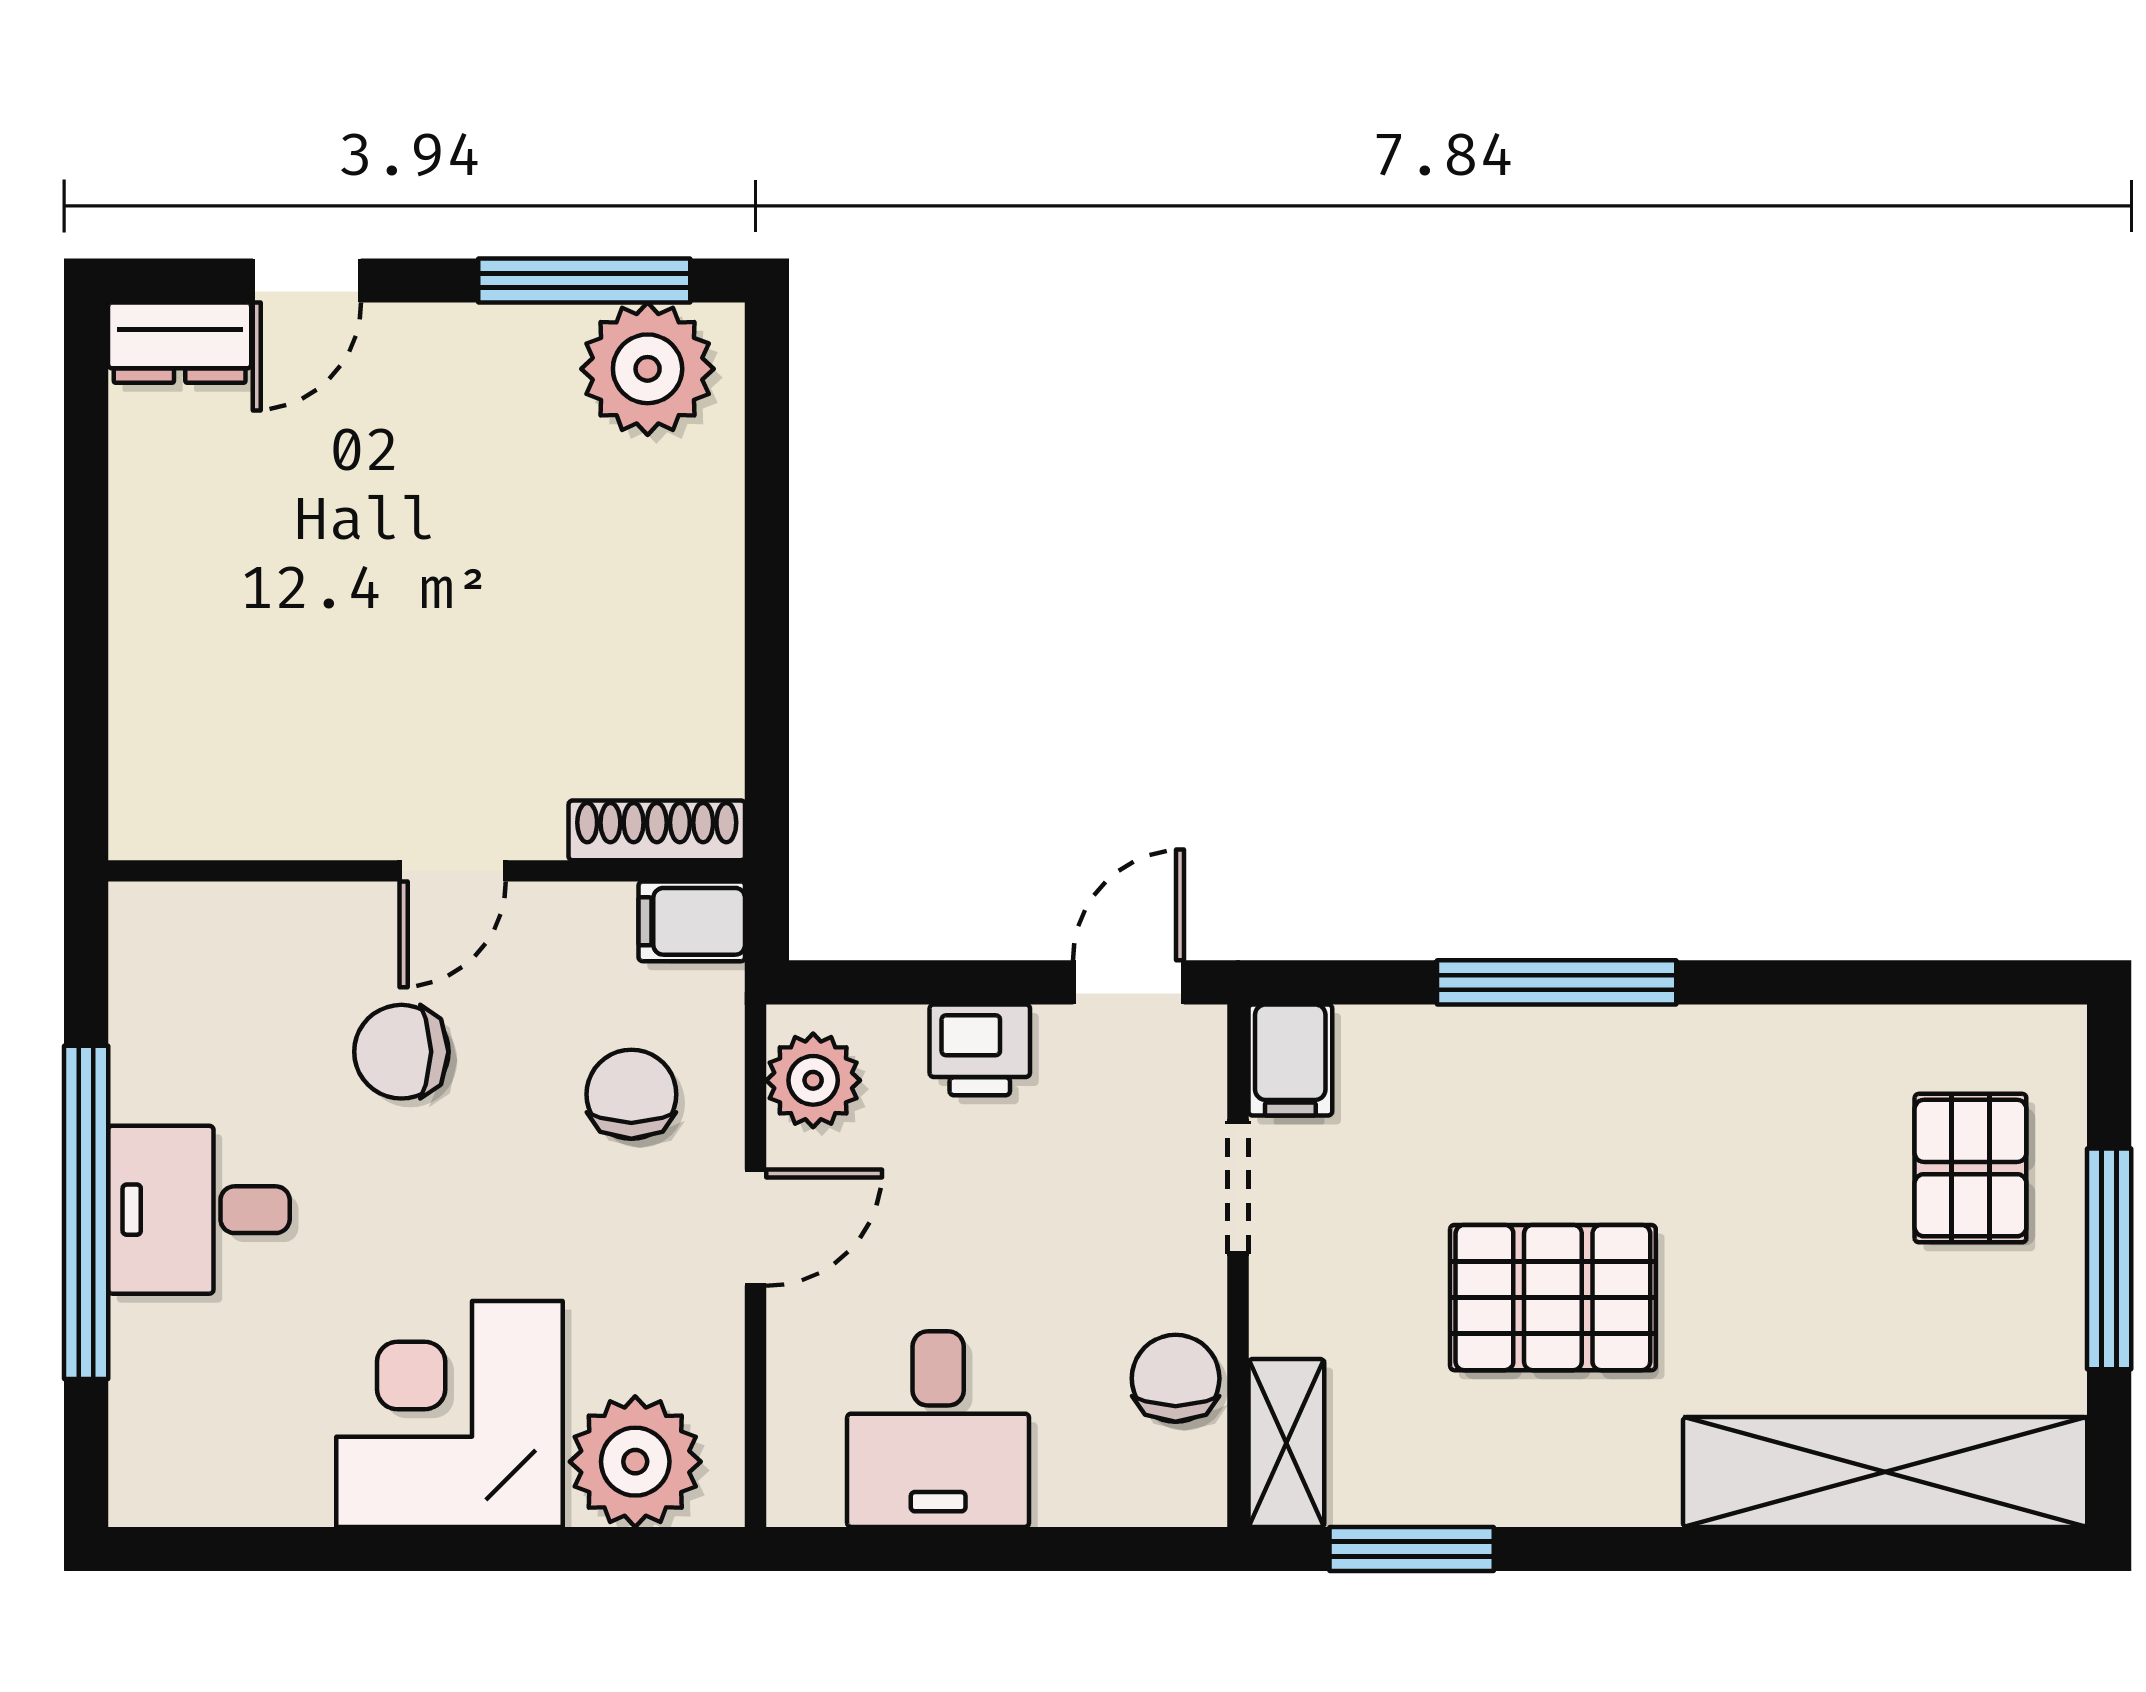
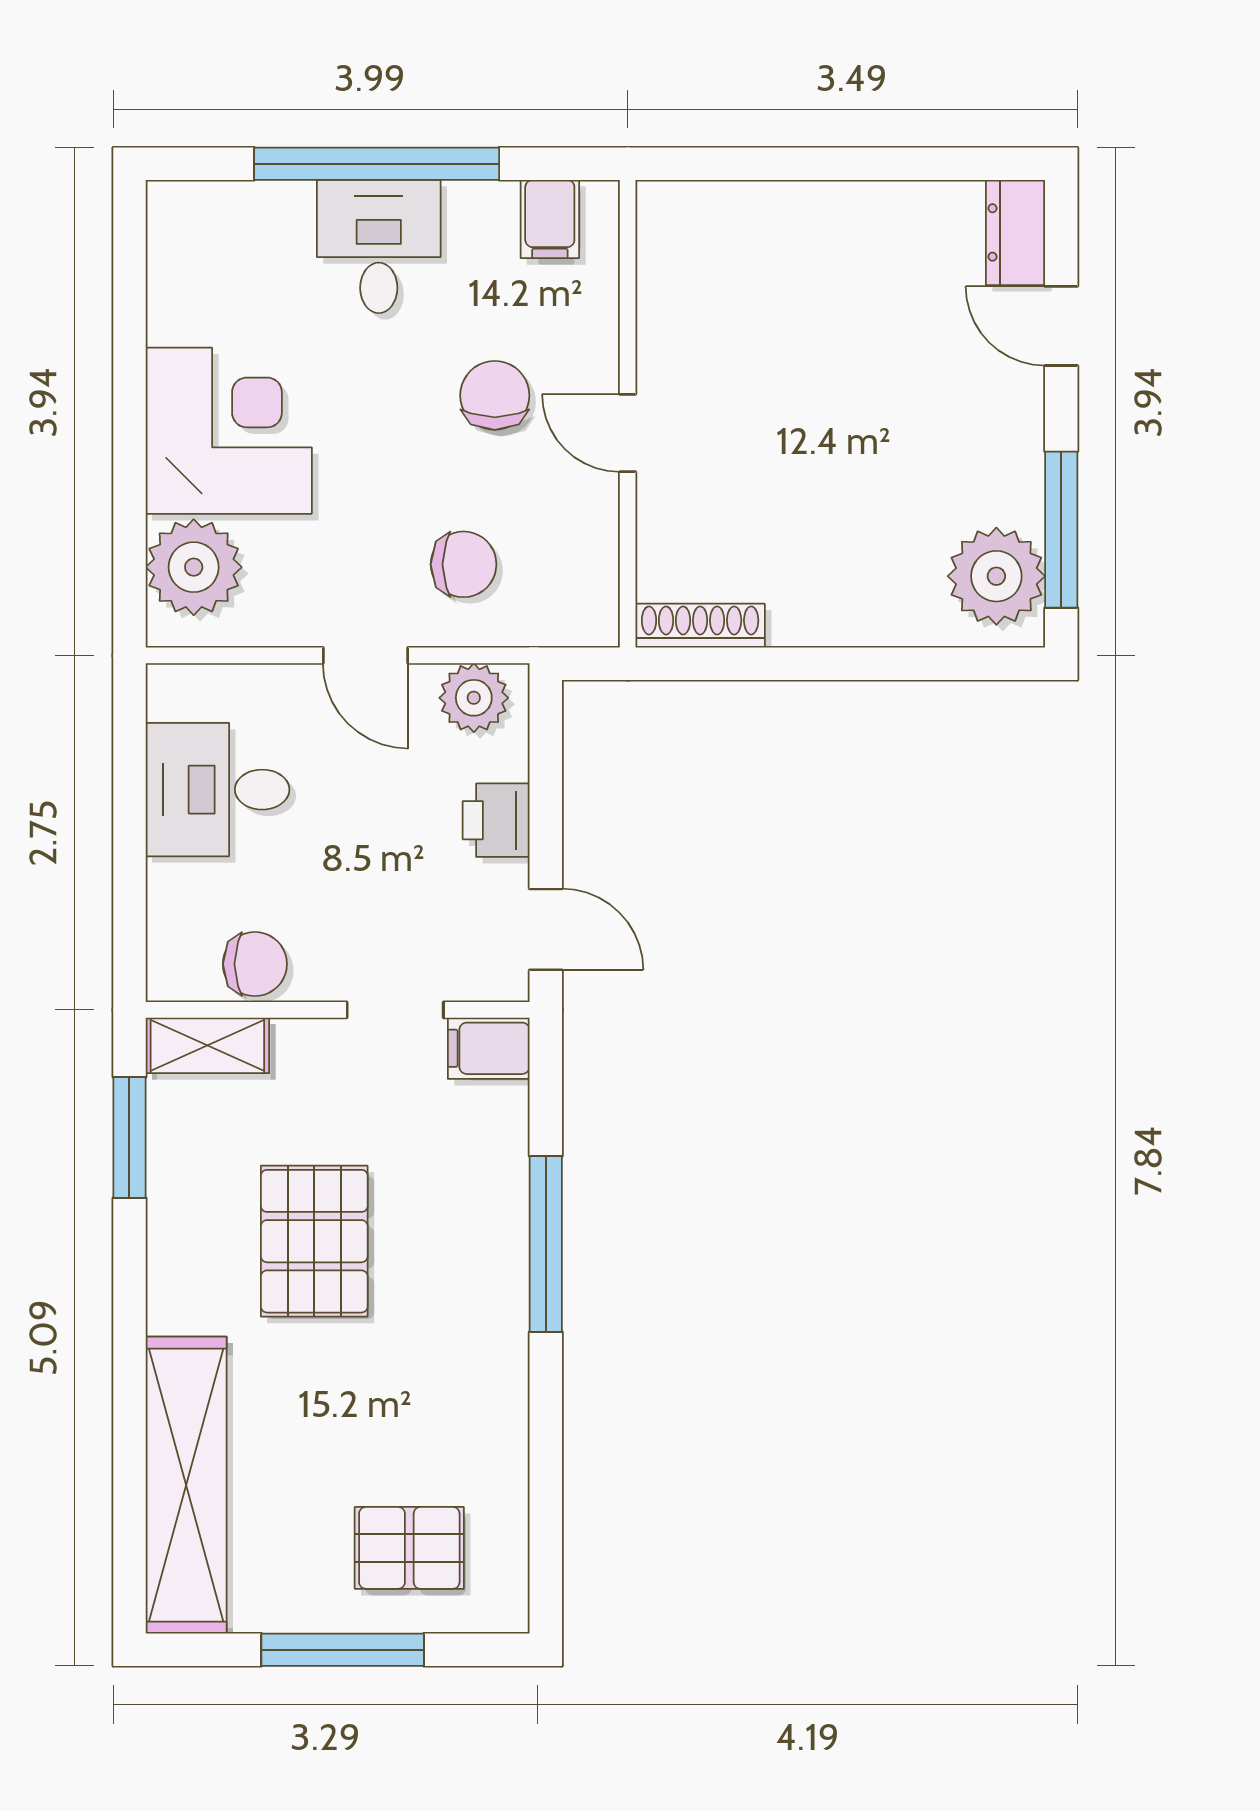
shoe rack: (657, 830) -> (700, 626), moved, turned -90
filing cabinet: (692, 921) -> (550, 219), moved, turned 180

